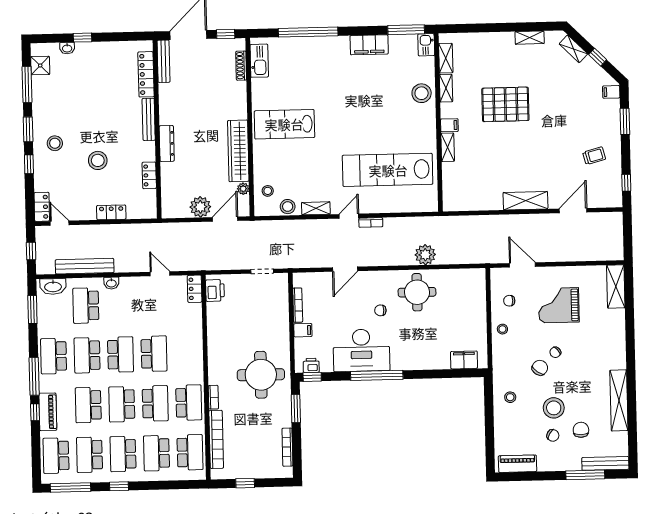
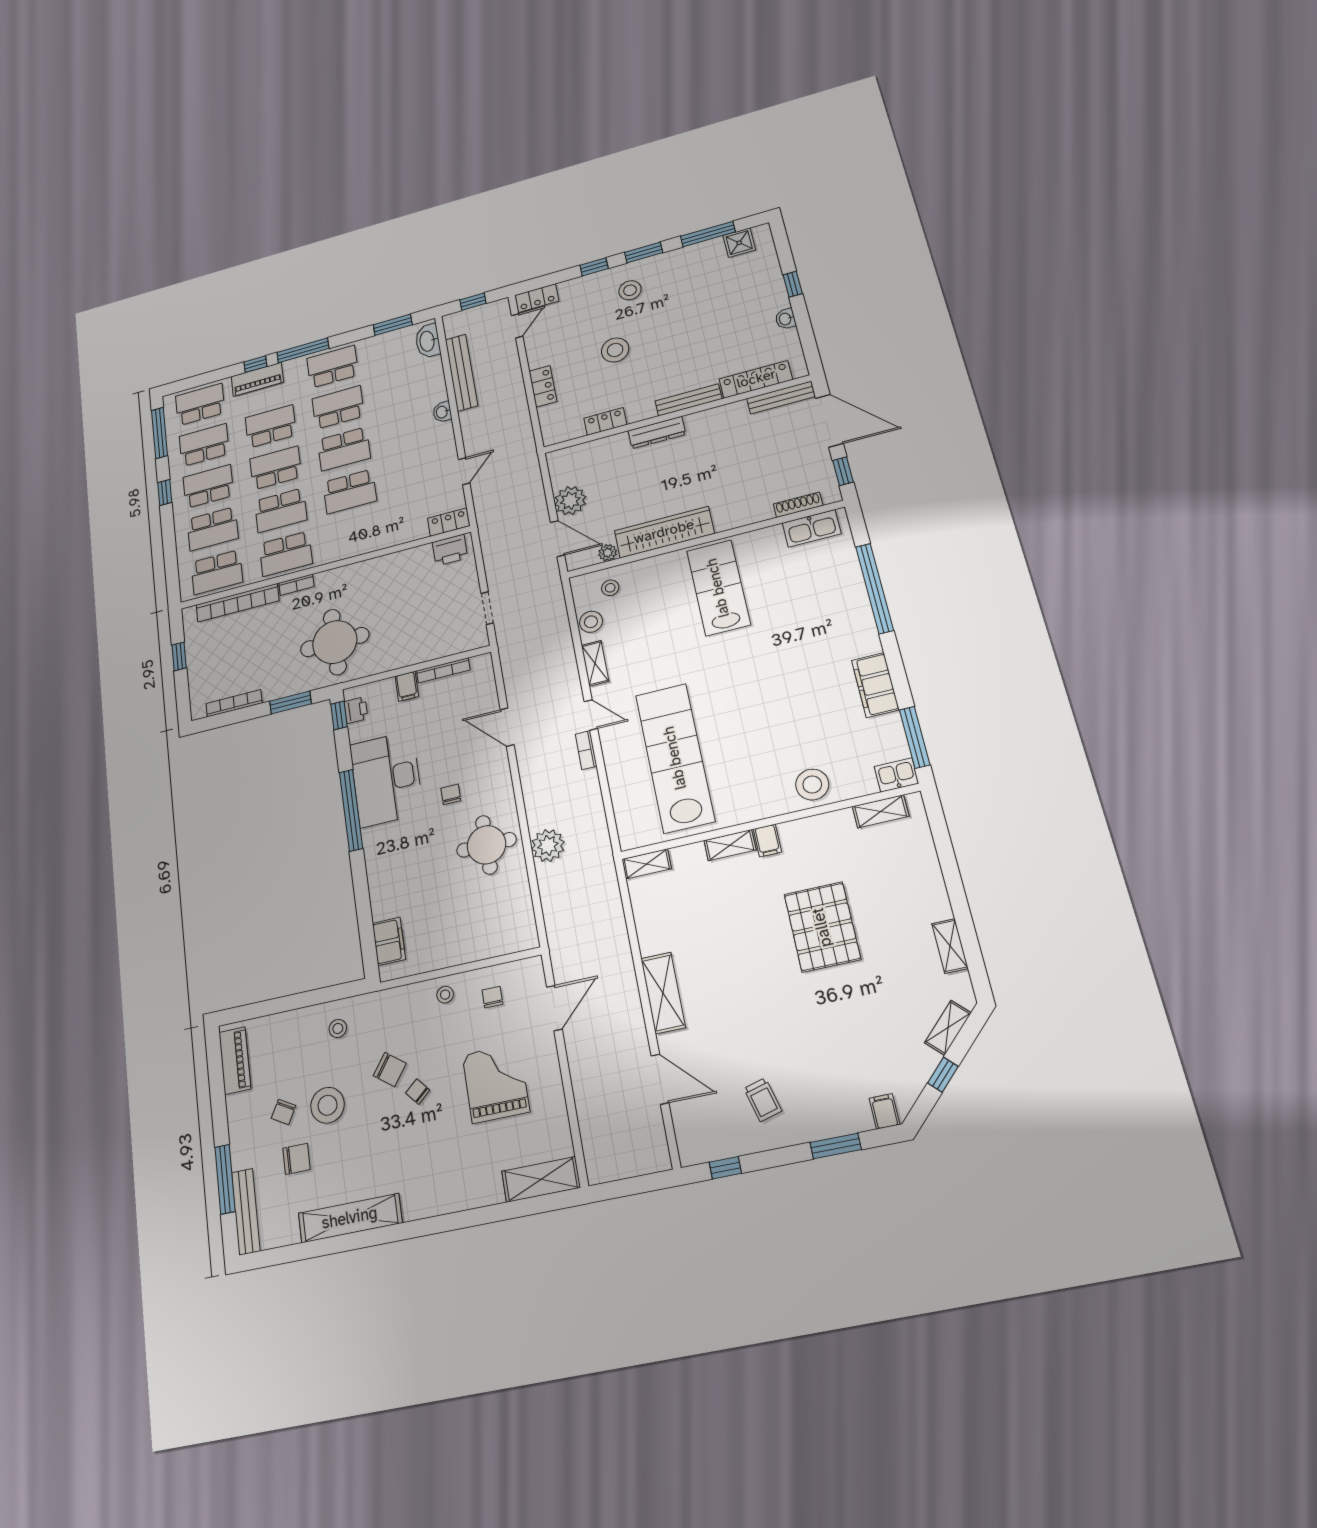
washbasin: (67, 48) -> (785, 319), moved
shelving: (446, 88) -> (647, 864), moved
school desk: (86, 306) -> (407, 388), removed
school desk: (156, 453) -> (213, 529), turned 180

